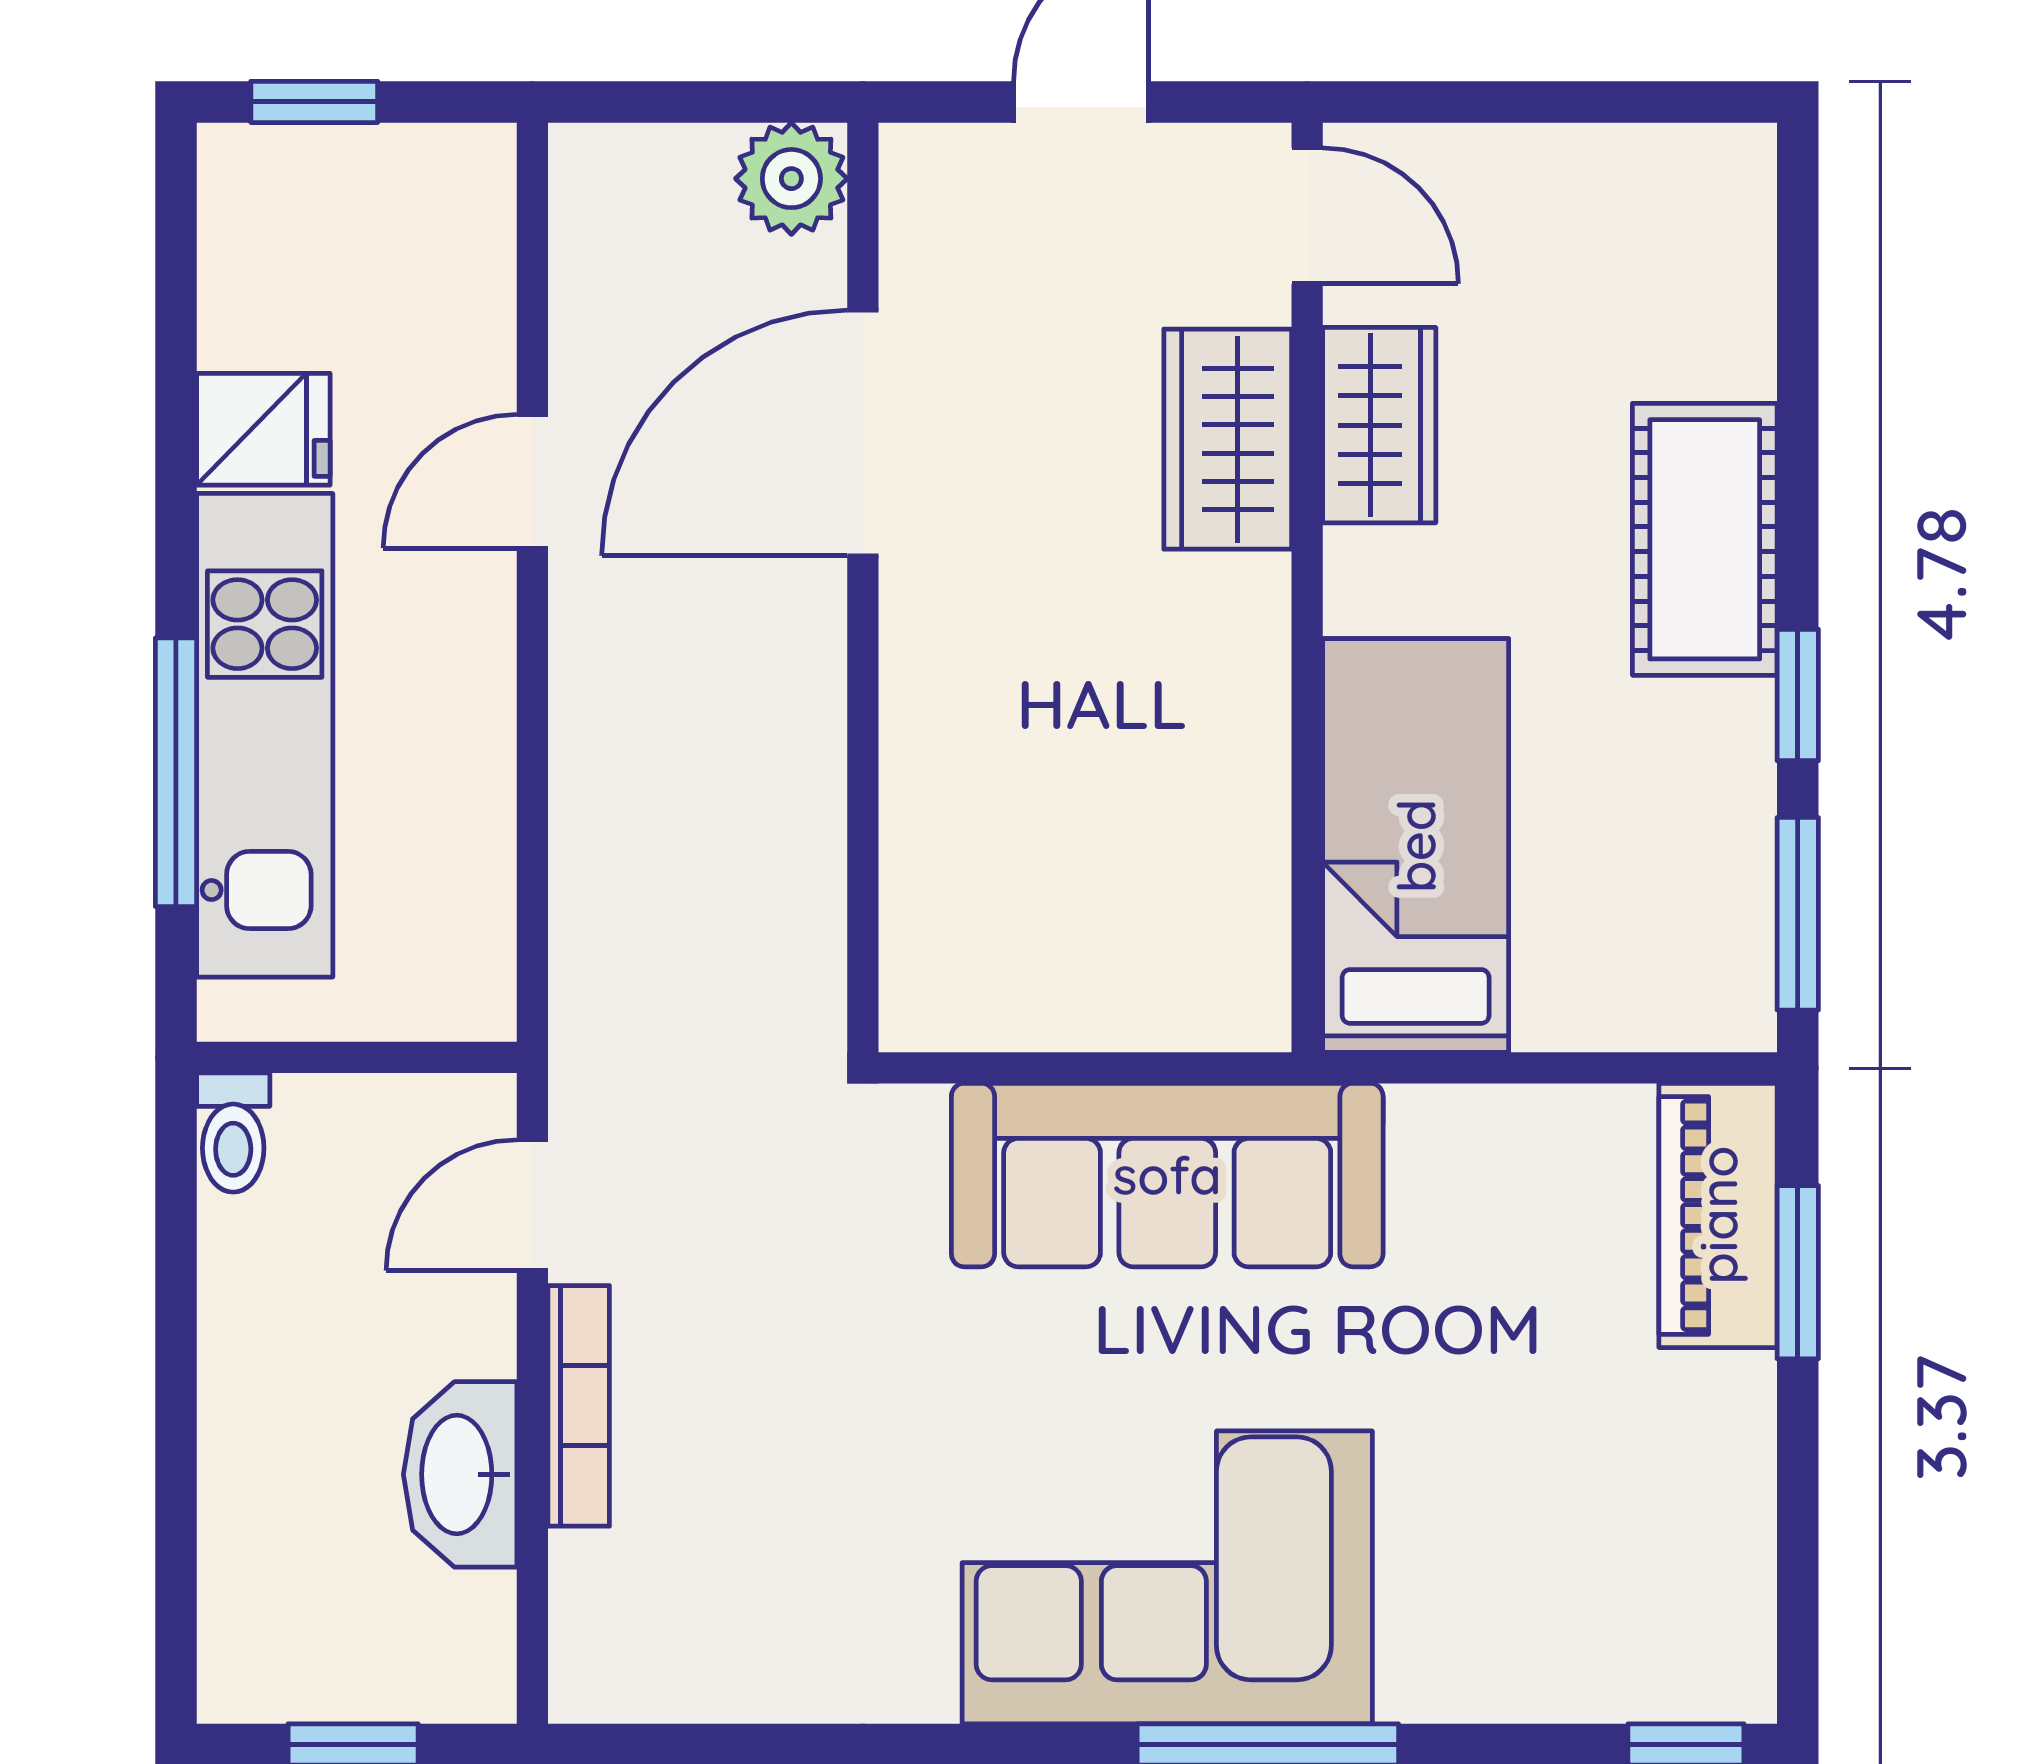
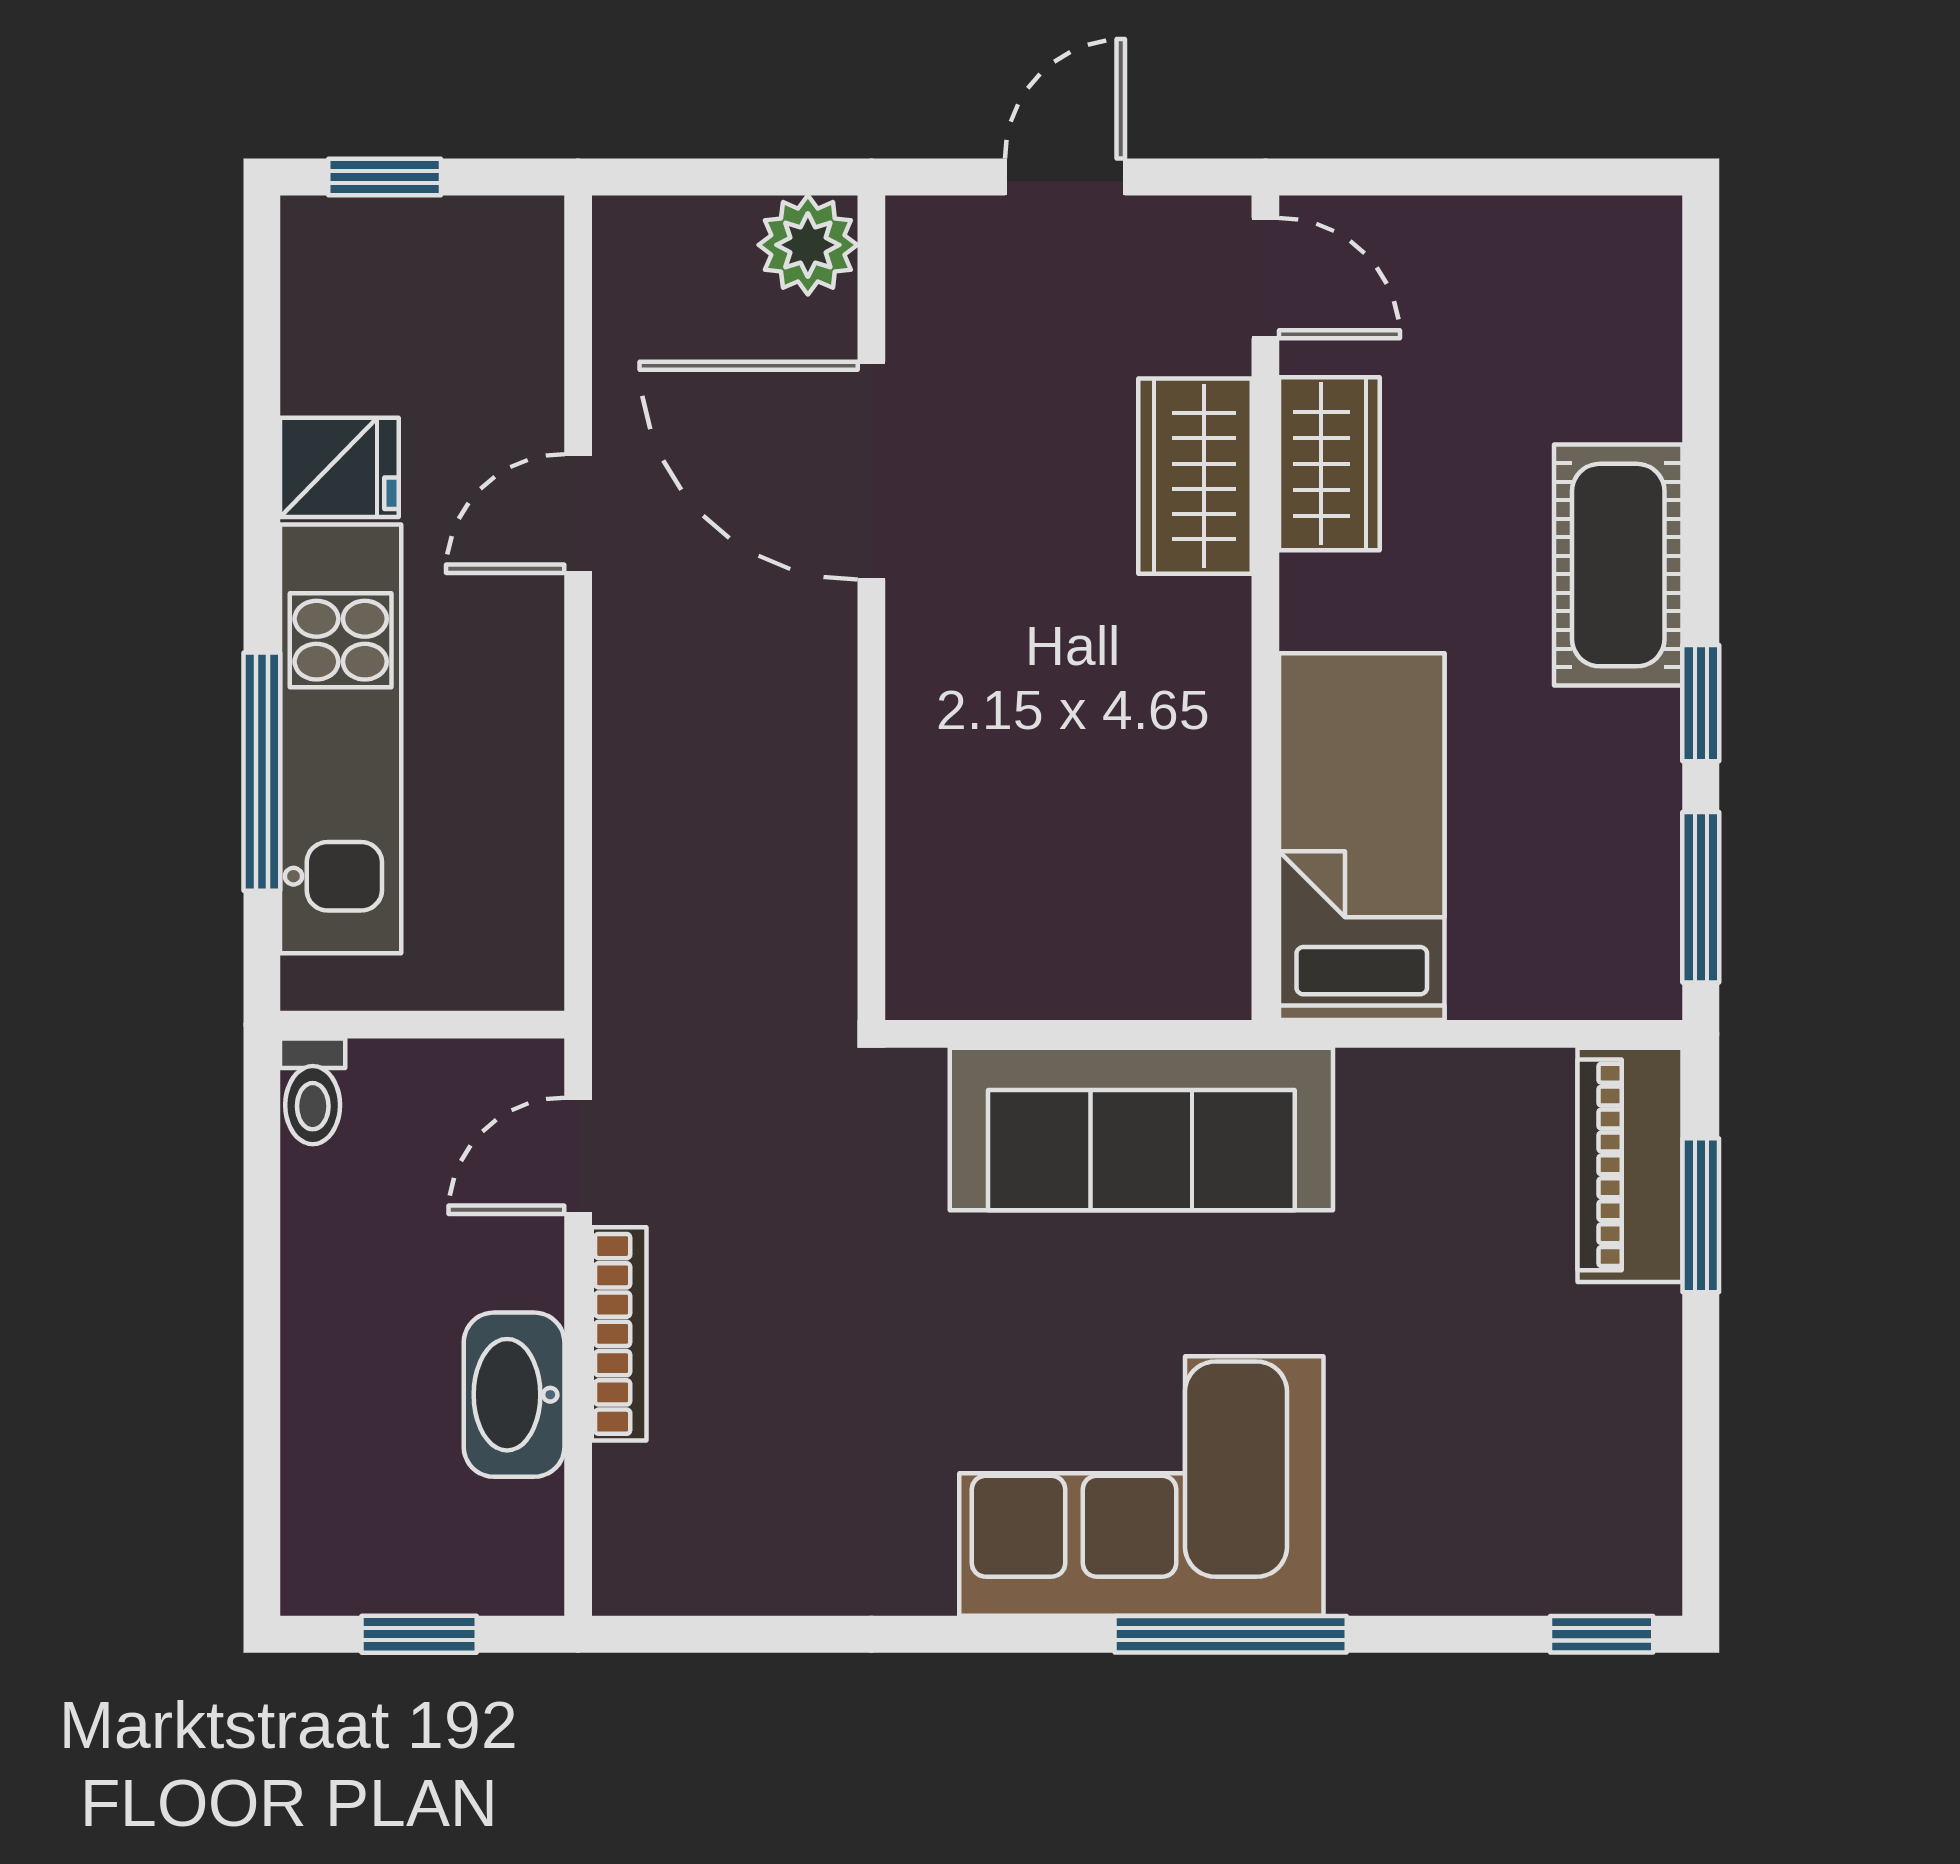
door: (863, 433) -> (871, 471), hinge flipped

